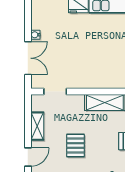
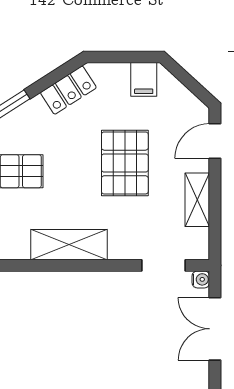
water cooler: (35, 35) -> (201, 279), moved
pallet: (75, 146) -> (125, 163), width x1.50, depth x1.42

